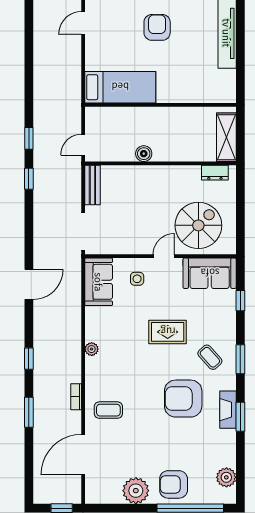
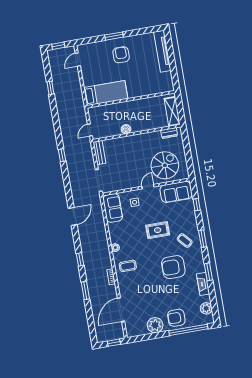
window: (29, 138) -> (50, 88), moved
coffee table: (108, 410) -> (128, 266), moved
fireplace: (228, 410) -> (203, 284), moved

